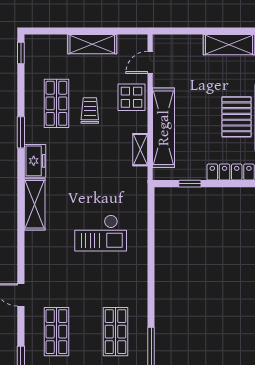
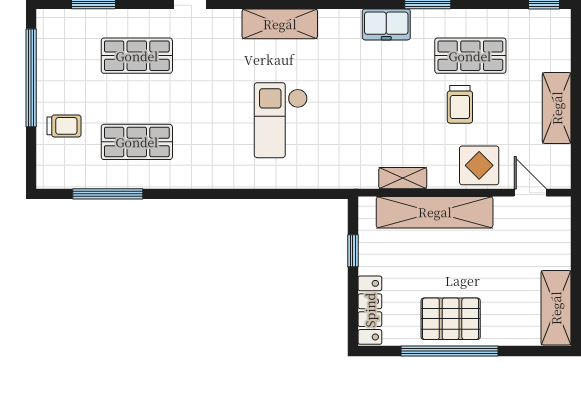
trolley: (90, 110) -> (460, 104), turned 90
shelving: (35, 204) -> (280, 24), moved

